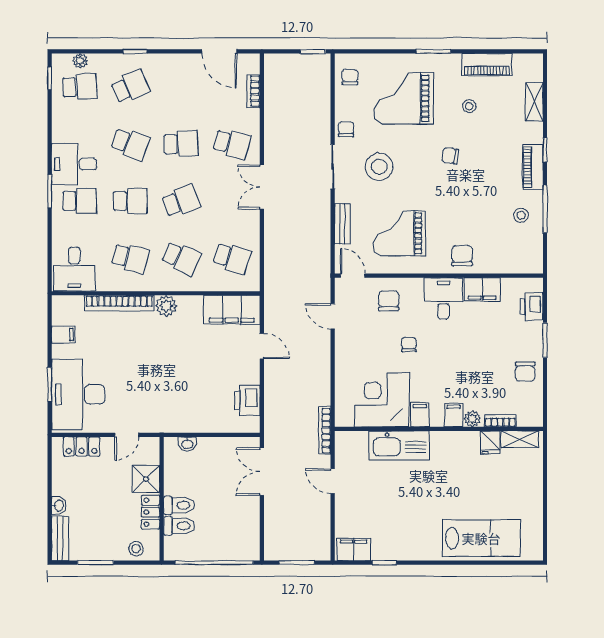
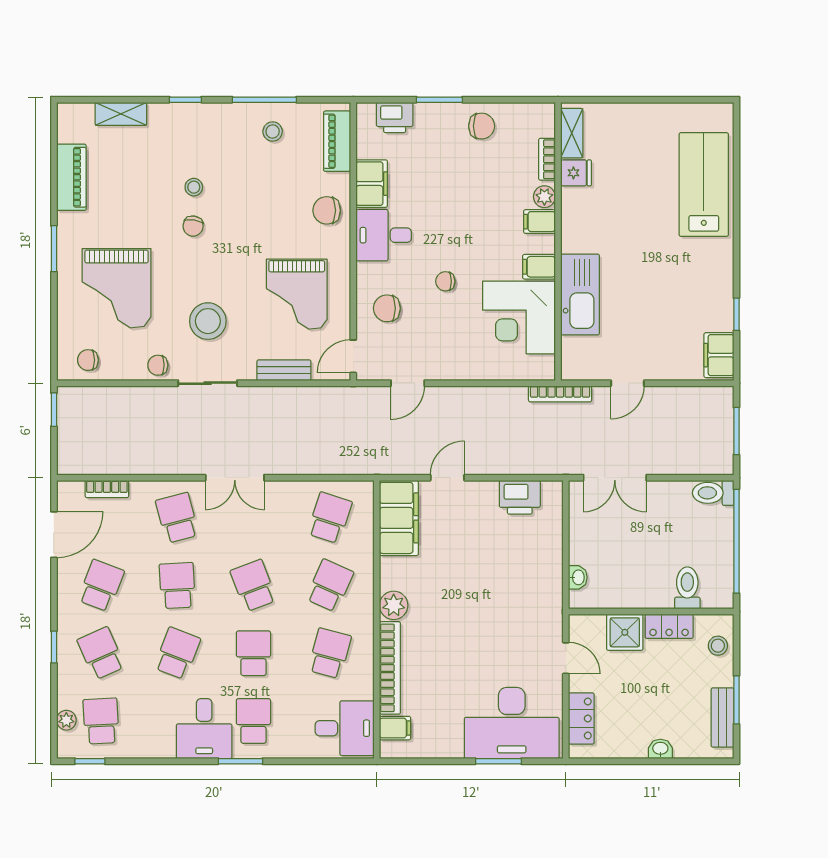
school desk: (181, 87) -> (101, 586), added
stool: (469, 106) -> (194, 187), moved
school desk: (232, 144) -> (177, 518), turned -30
piano: (533, 167) -> (337, 141), moved, turned 90
filing cabinet: (63, 334) -> (395, 728), moved, turned 90
toilet: (179, 505) -> (713, 493), moved, turned -90
bench: (60, 538) -> (722, 718), moved, turned 90

